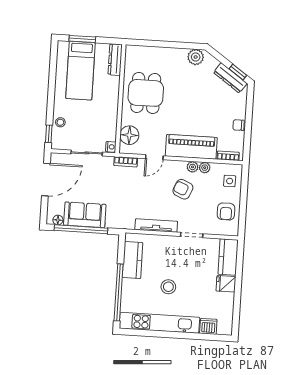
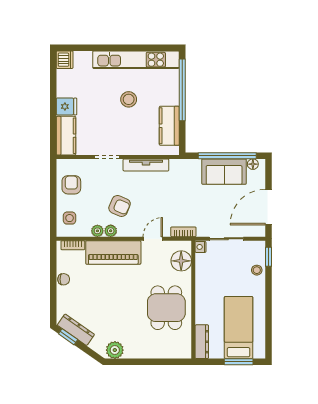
dishwasher: (208, 326) -> (65, 60), moved, turned -90

